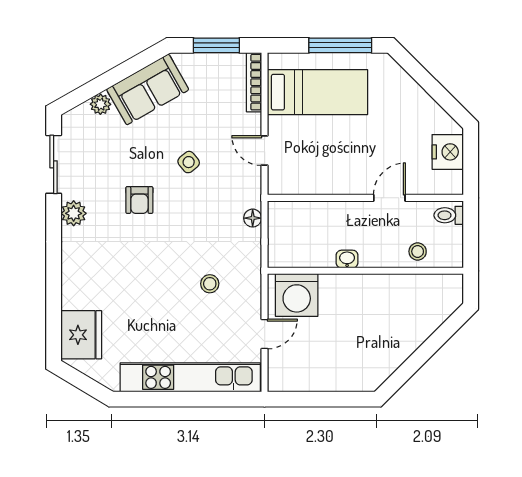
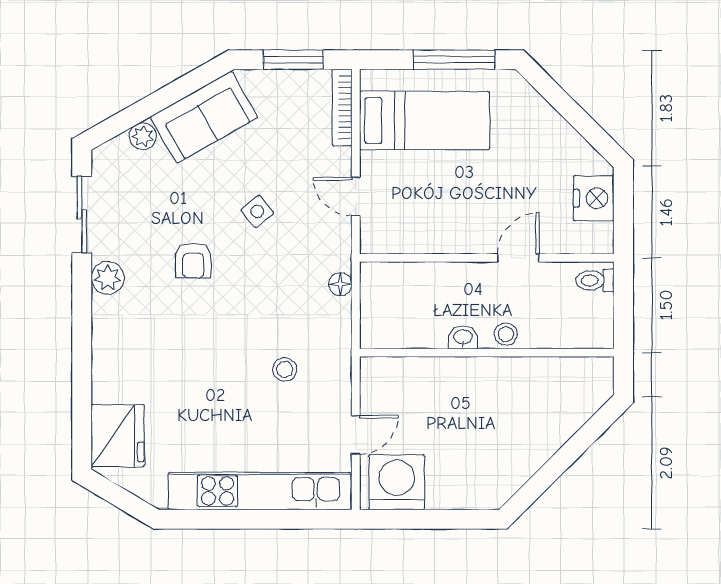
stool: (418, 251) -> (506, 334), moved
washing machine: (297, 295) -> (397, 482), moved, turned 180

